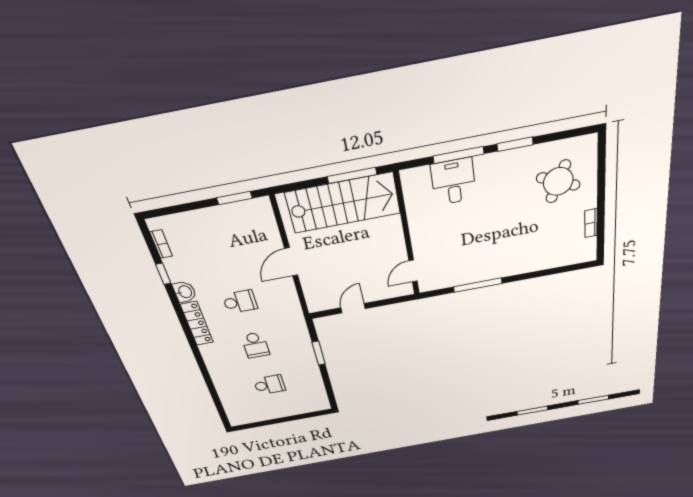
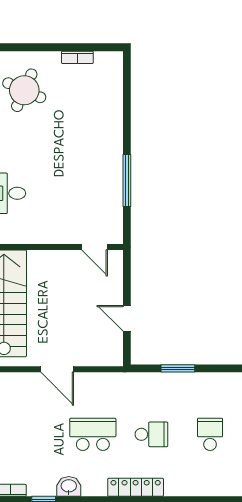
school desk: (240, 302) -> (93, 434), width x1.85
locker: (197, 324) -> (136, 487), moved

